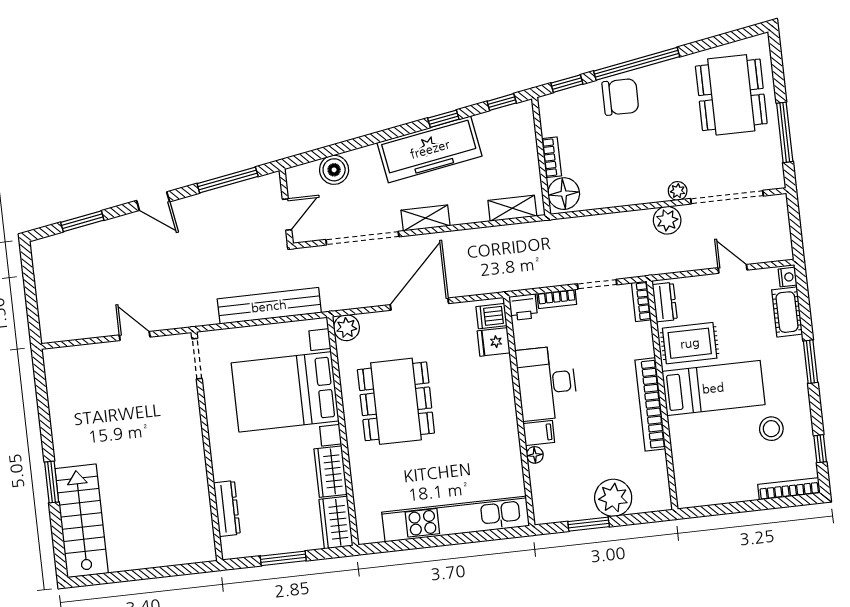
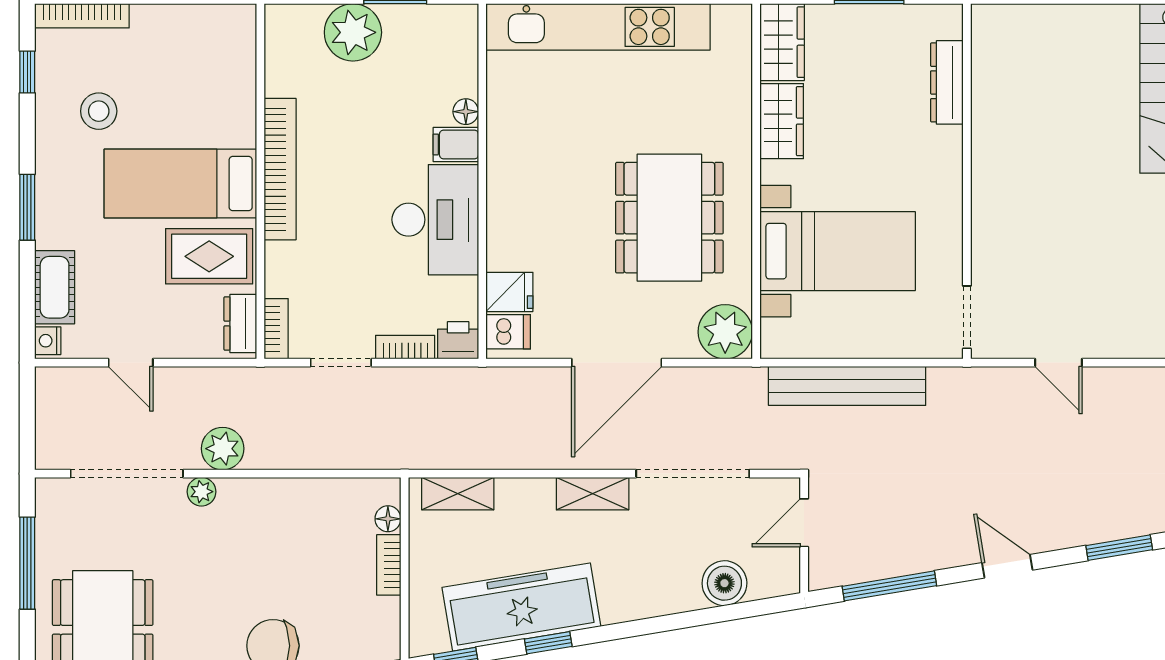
freezer: (430, 149) -> (521, 607), moved
floor lamp: (564, 194) -> (388, 519), width x0.53, depth x0.53
plant: (347, 328) -> (725, 332), width x1.36, depth x1.36
bed with nightstands: (285, 392) -> (838, 251), width x0.73

